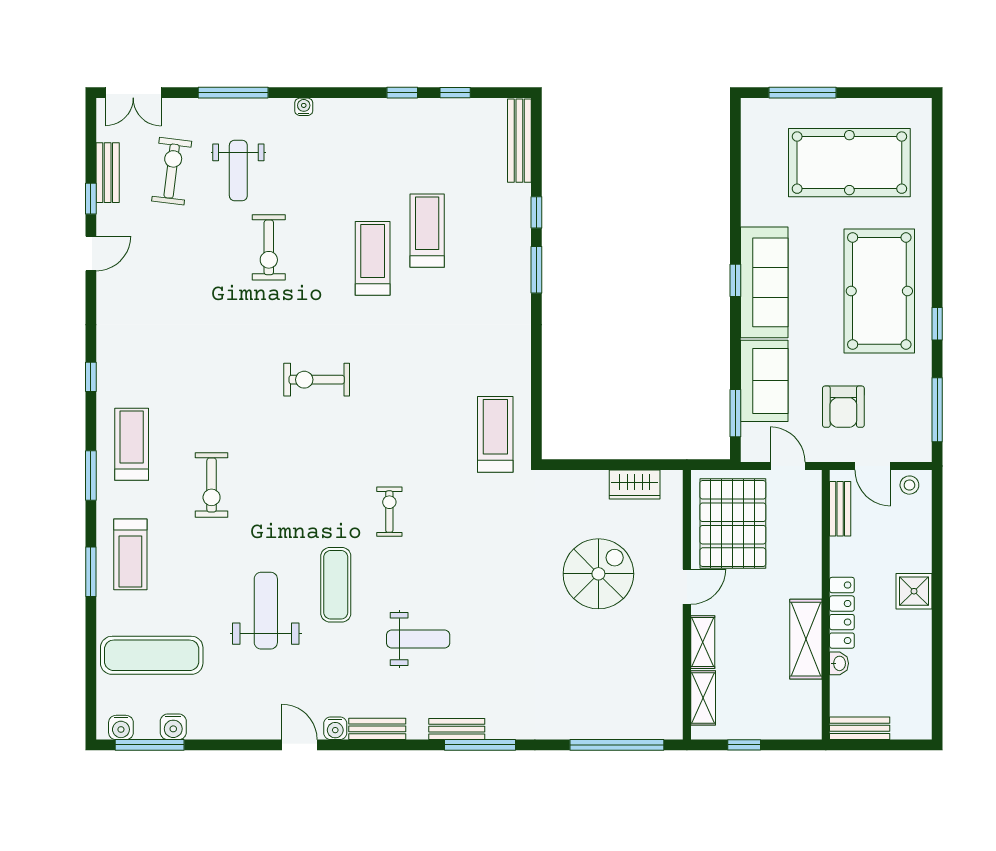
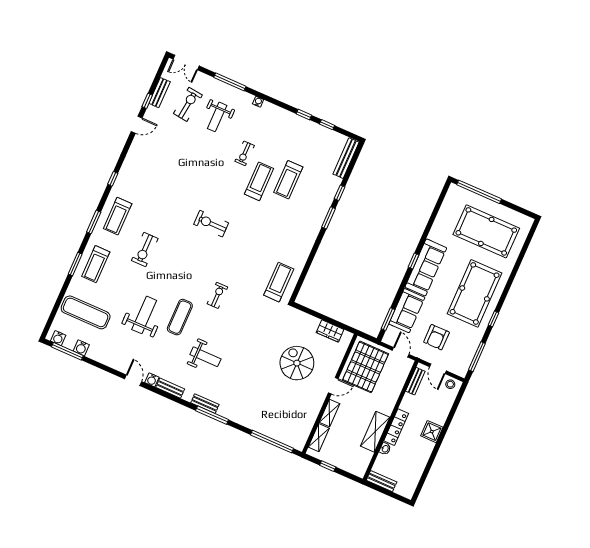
window: (802, 93) -> (479, 192), width x1.46
treadmill: (427, 231) -> (288, 180), turned 180
exercise bike: (269, 247) -> (245, 153), moved, width x0.73, depth x0.72
treadmill: (132, 444) -> (118, 216), turned 180
spiral stairs: (598, 574) -> (297, 363), turned -90

